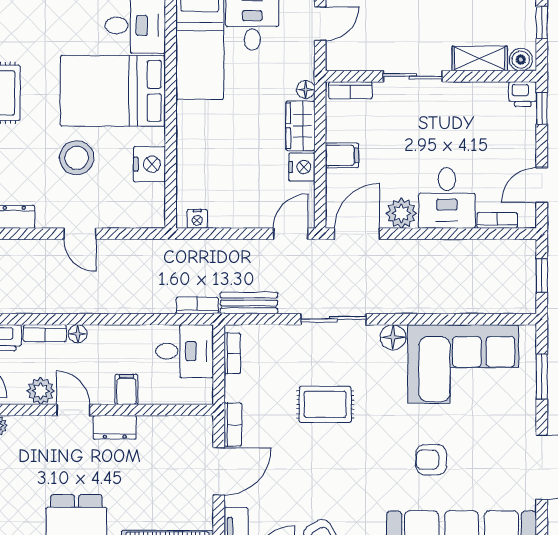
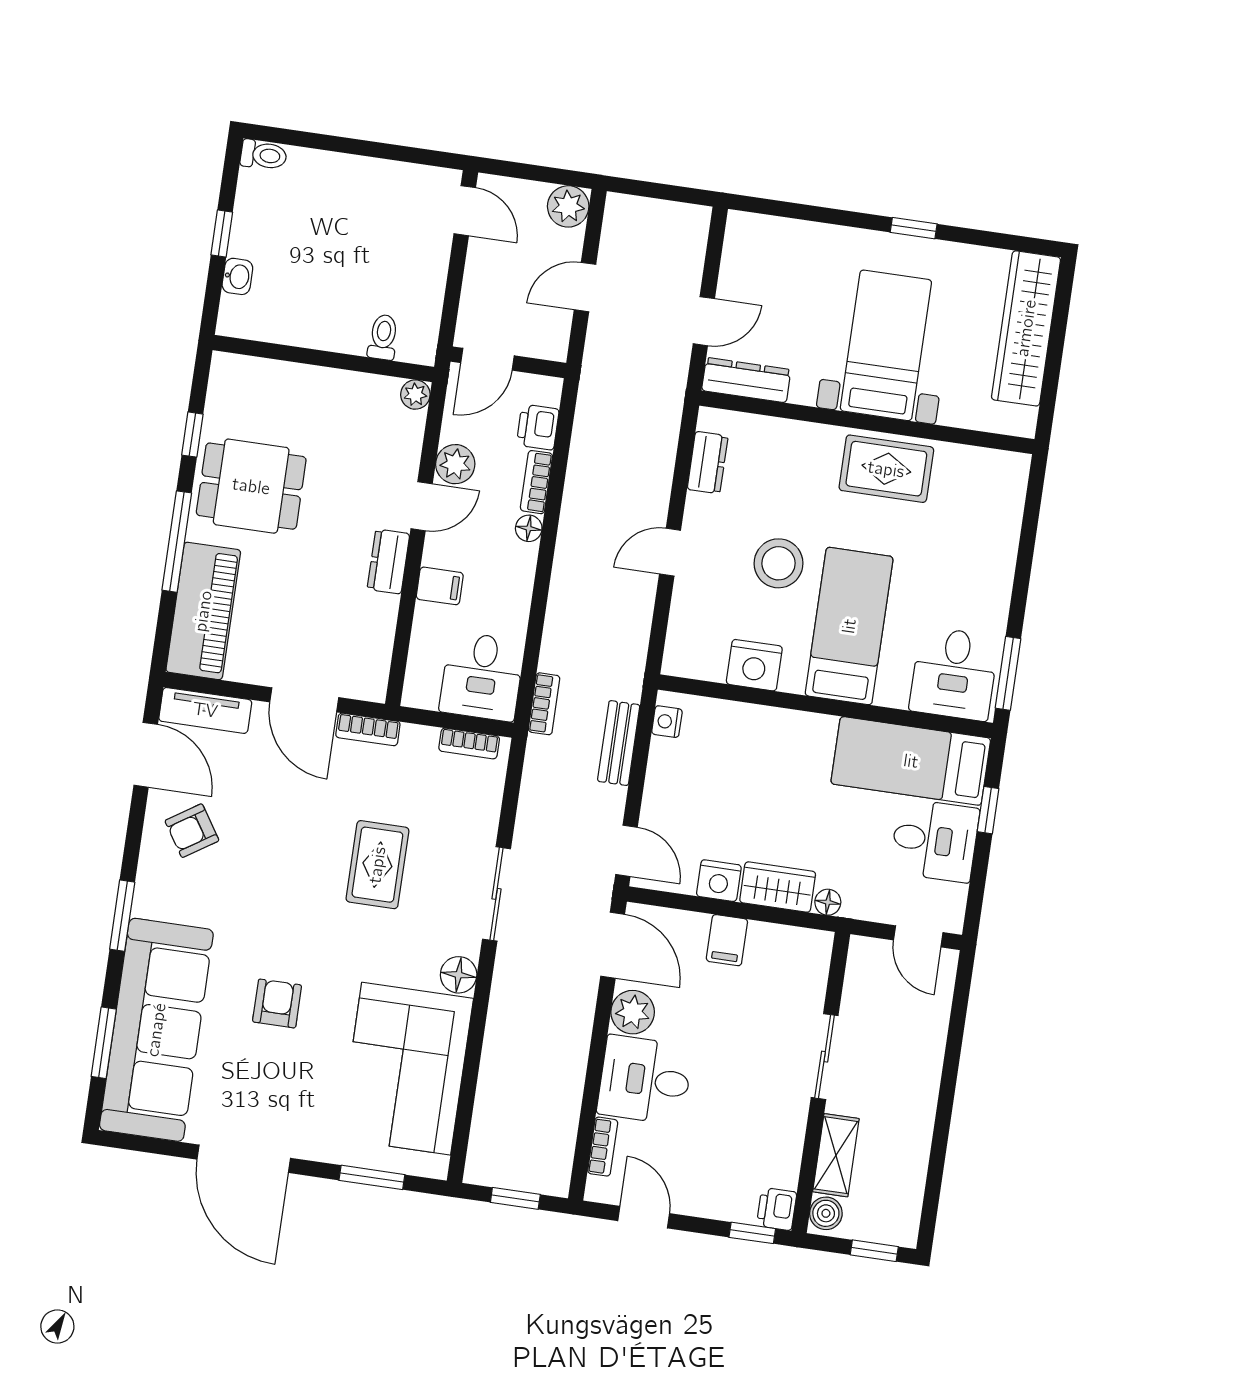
bookcase: (350, 90) -> (818, 965), removed
bed: (113, 91) -> (849, 626), width x0.67
bench: (249, 303) -> (619, 743), moved

